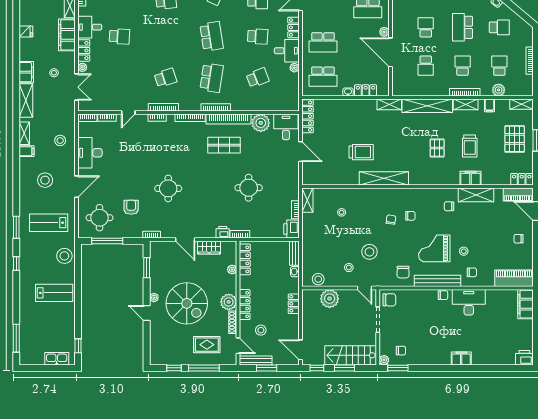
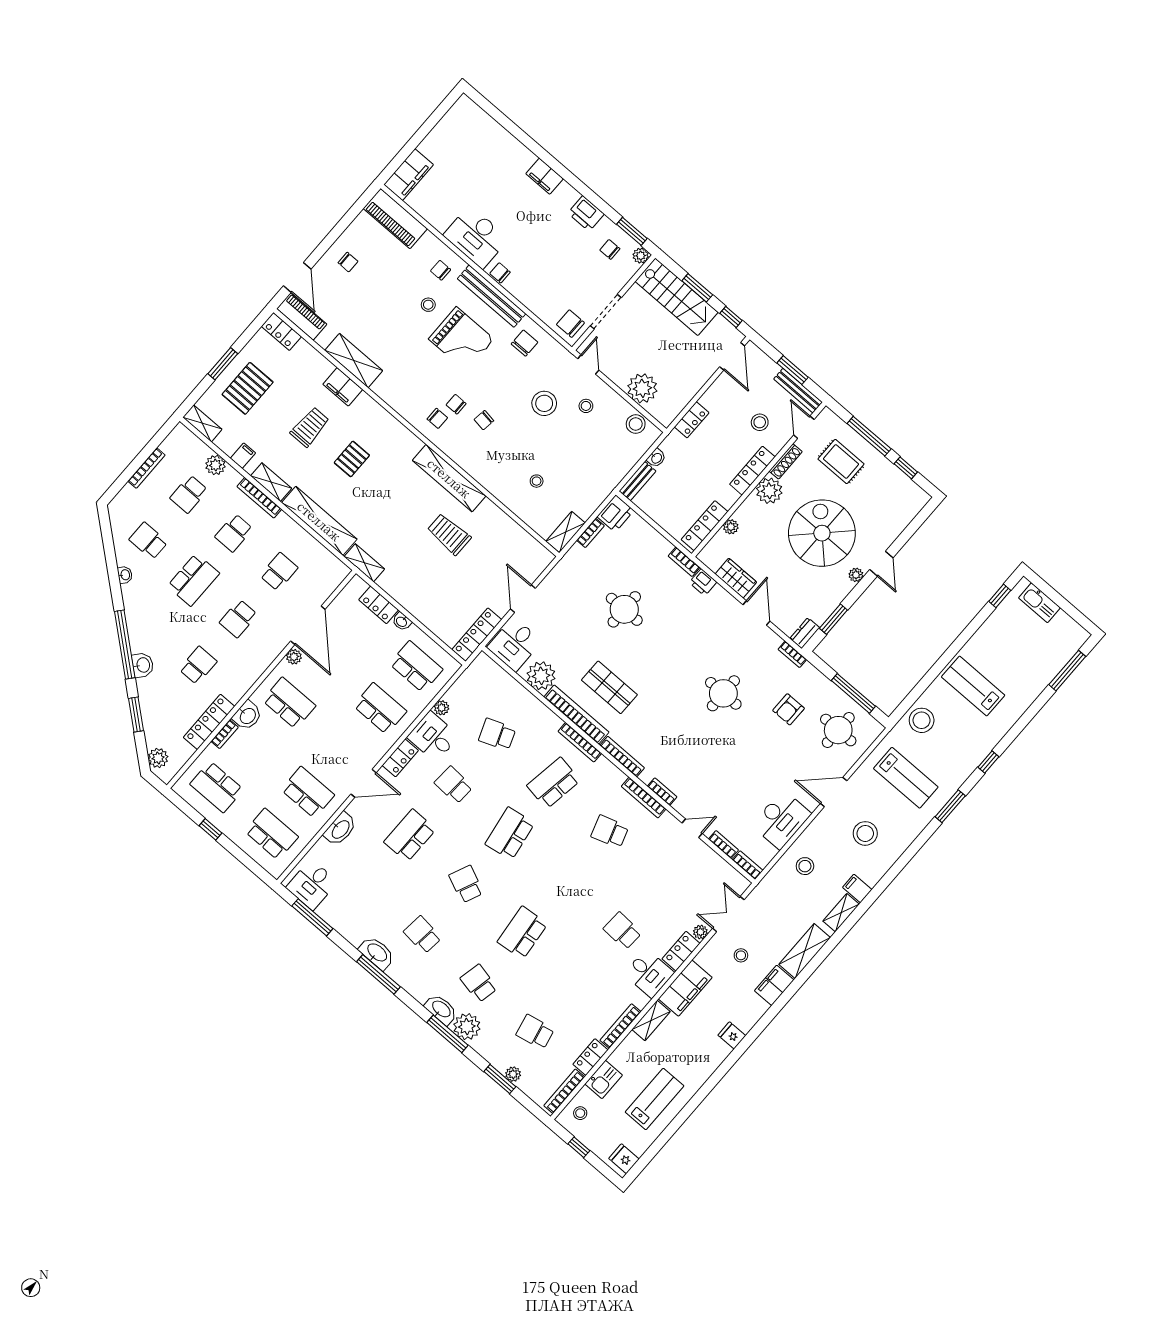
chair: (449, 206) -> (437, 418), moved
dresser: (154, 250) -> (805, 633), added
printer: (524, 358) -> (586, 214), moved

